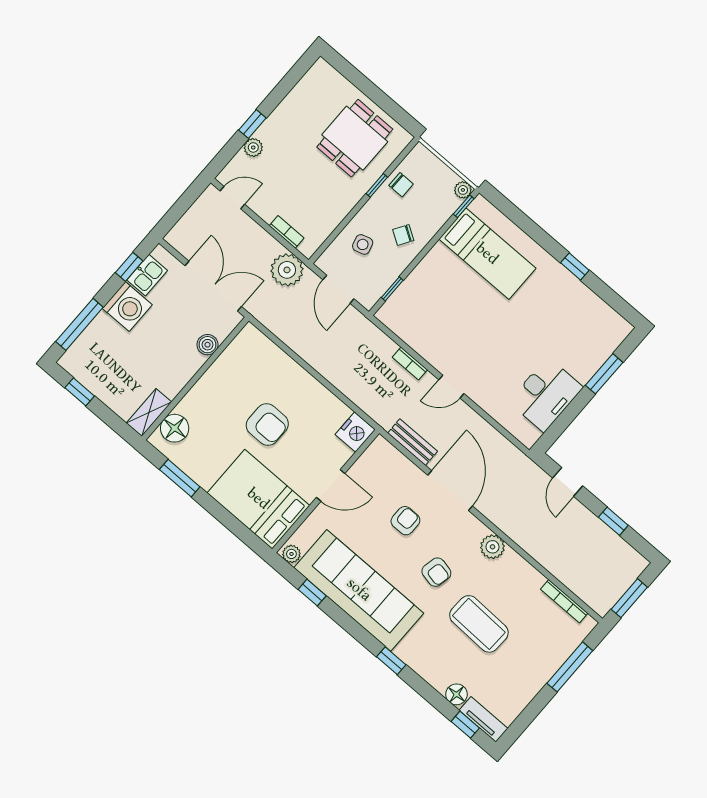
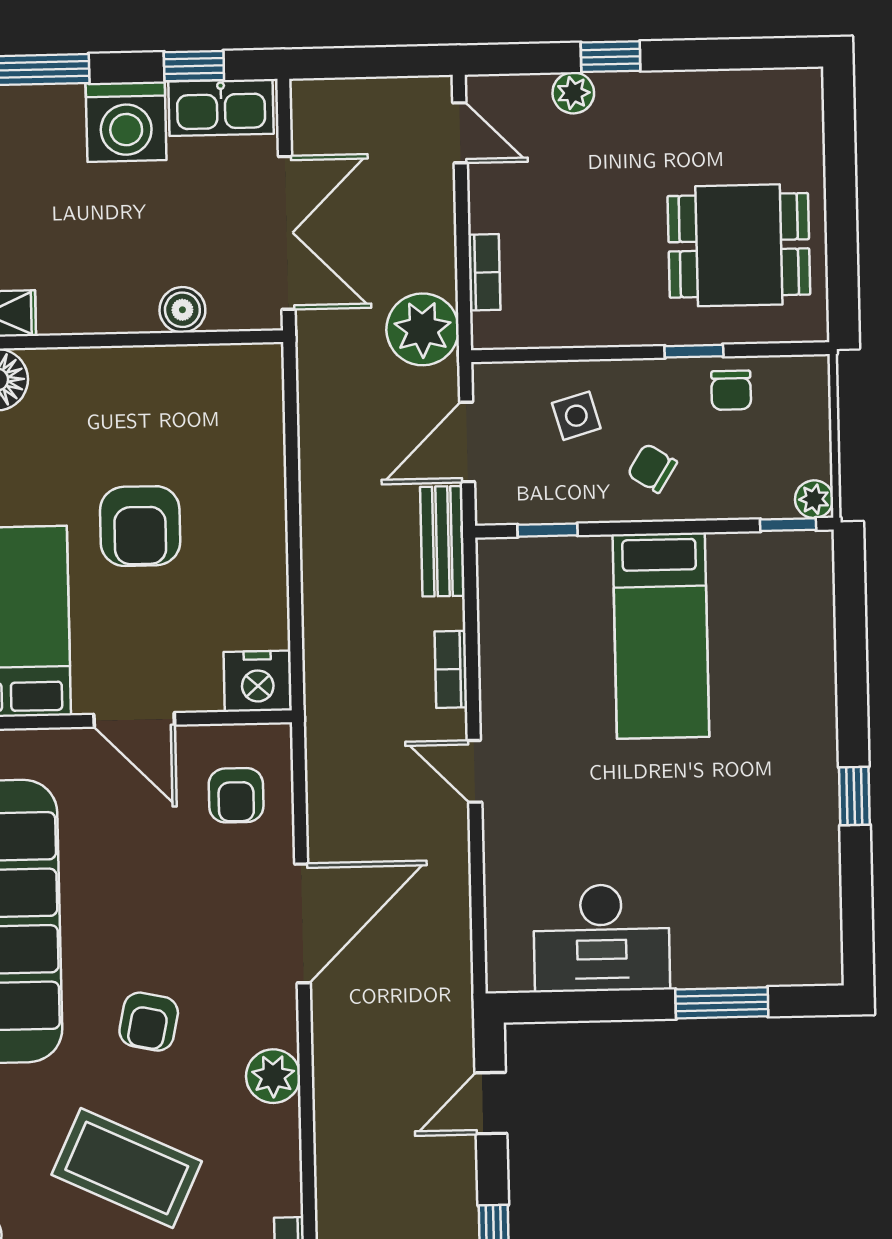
bed: (487, 254) -> (661, 636), moved
kitchen sink: (147, 275) -> (221, 108), width x1.38
bench: (413, 442) -> (442, 541), moved
armchair: (405, 521) -> (236, 795), moved, turned 90
coffee table: (479, 624) -> (127, 1168), turned -67

